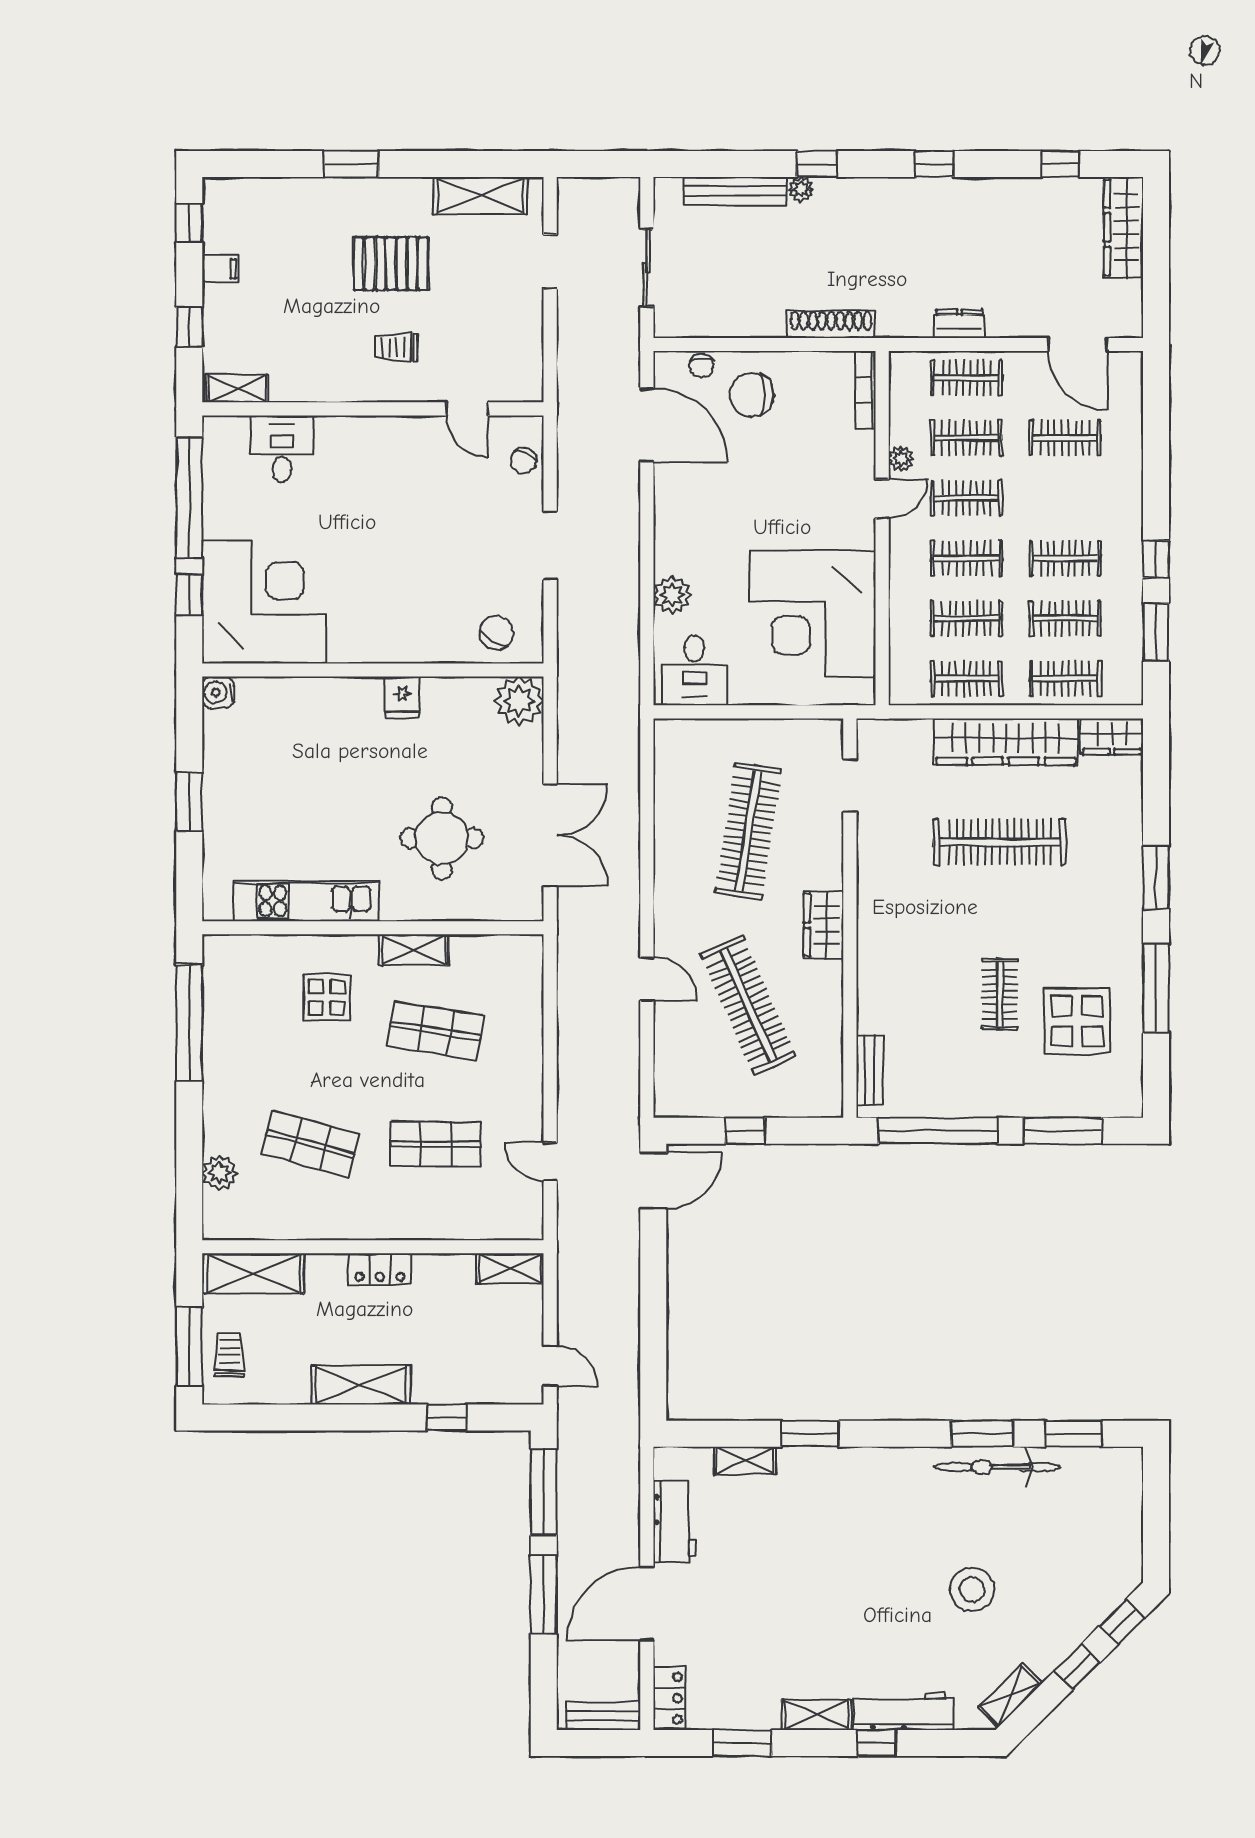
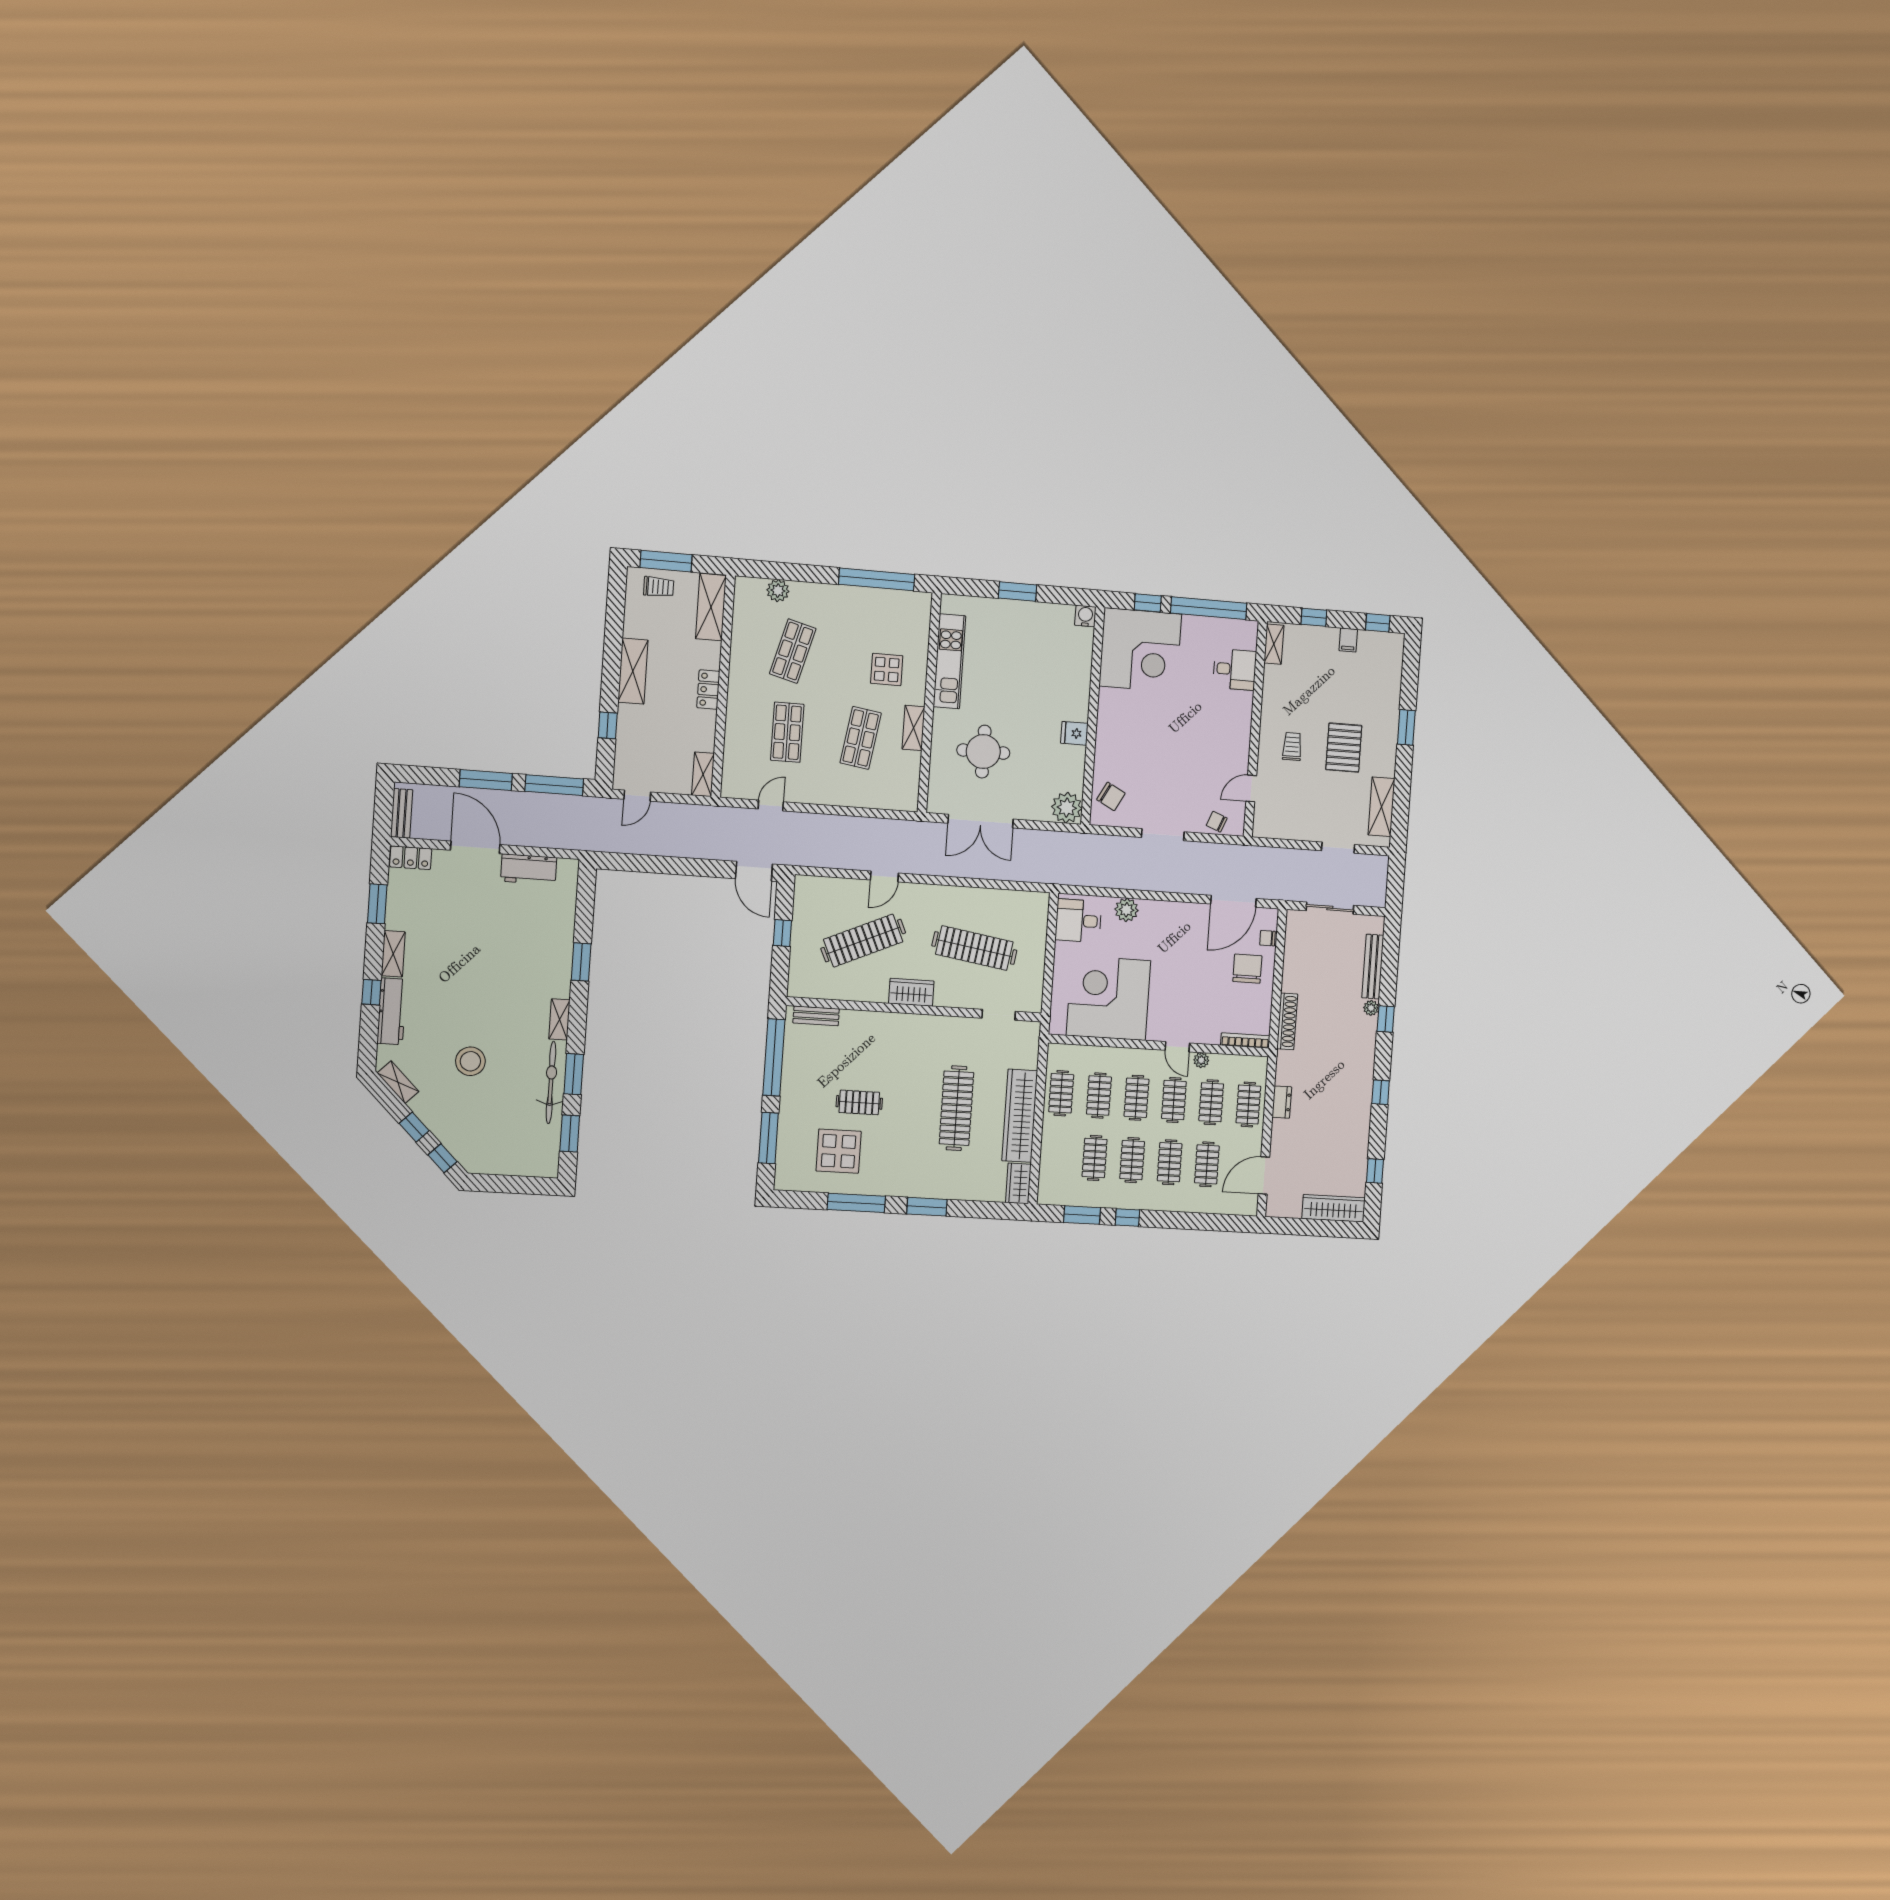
clothes rail: (1065, 679) -> (1170, 1162), moved
shelving: (745, 1461) -> (559, 1019), moved

